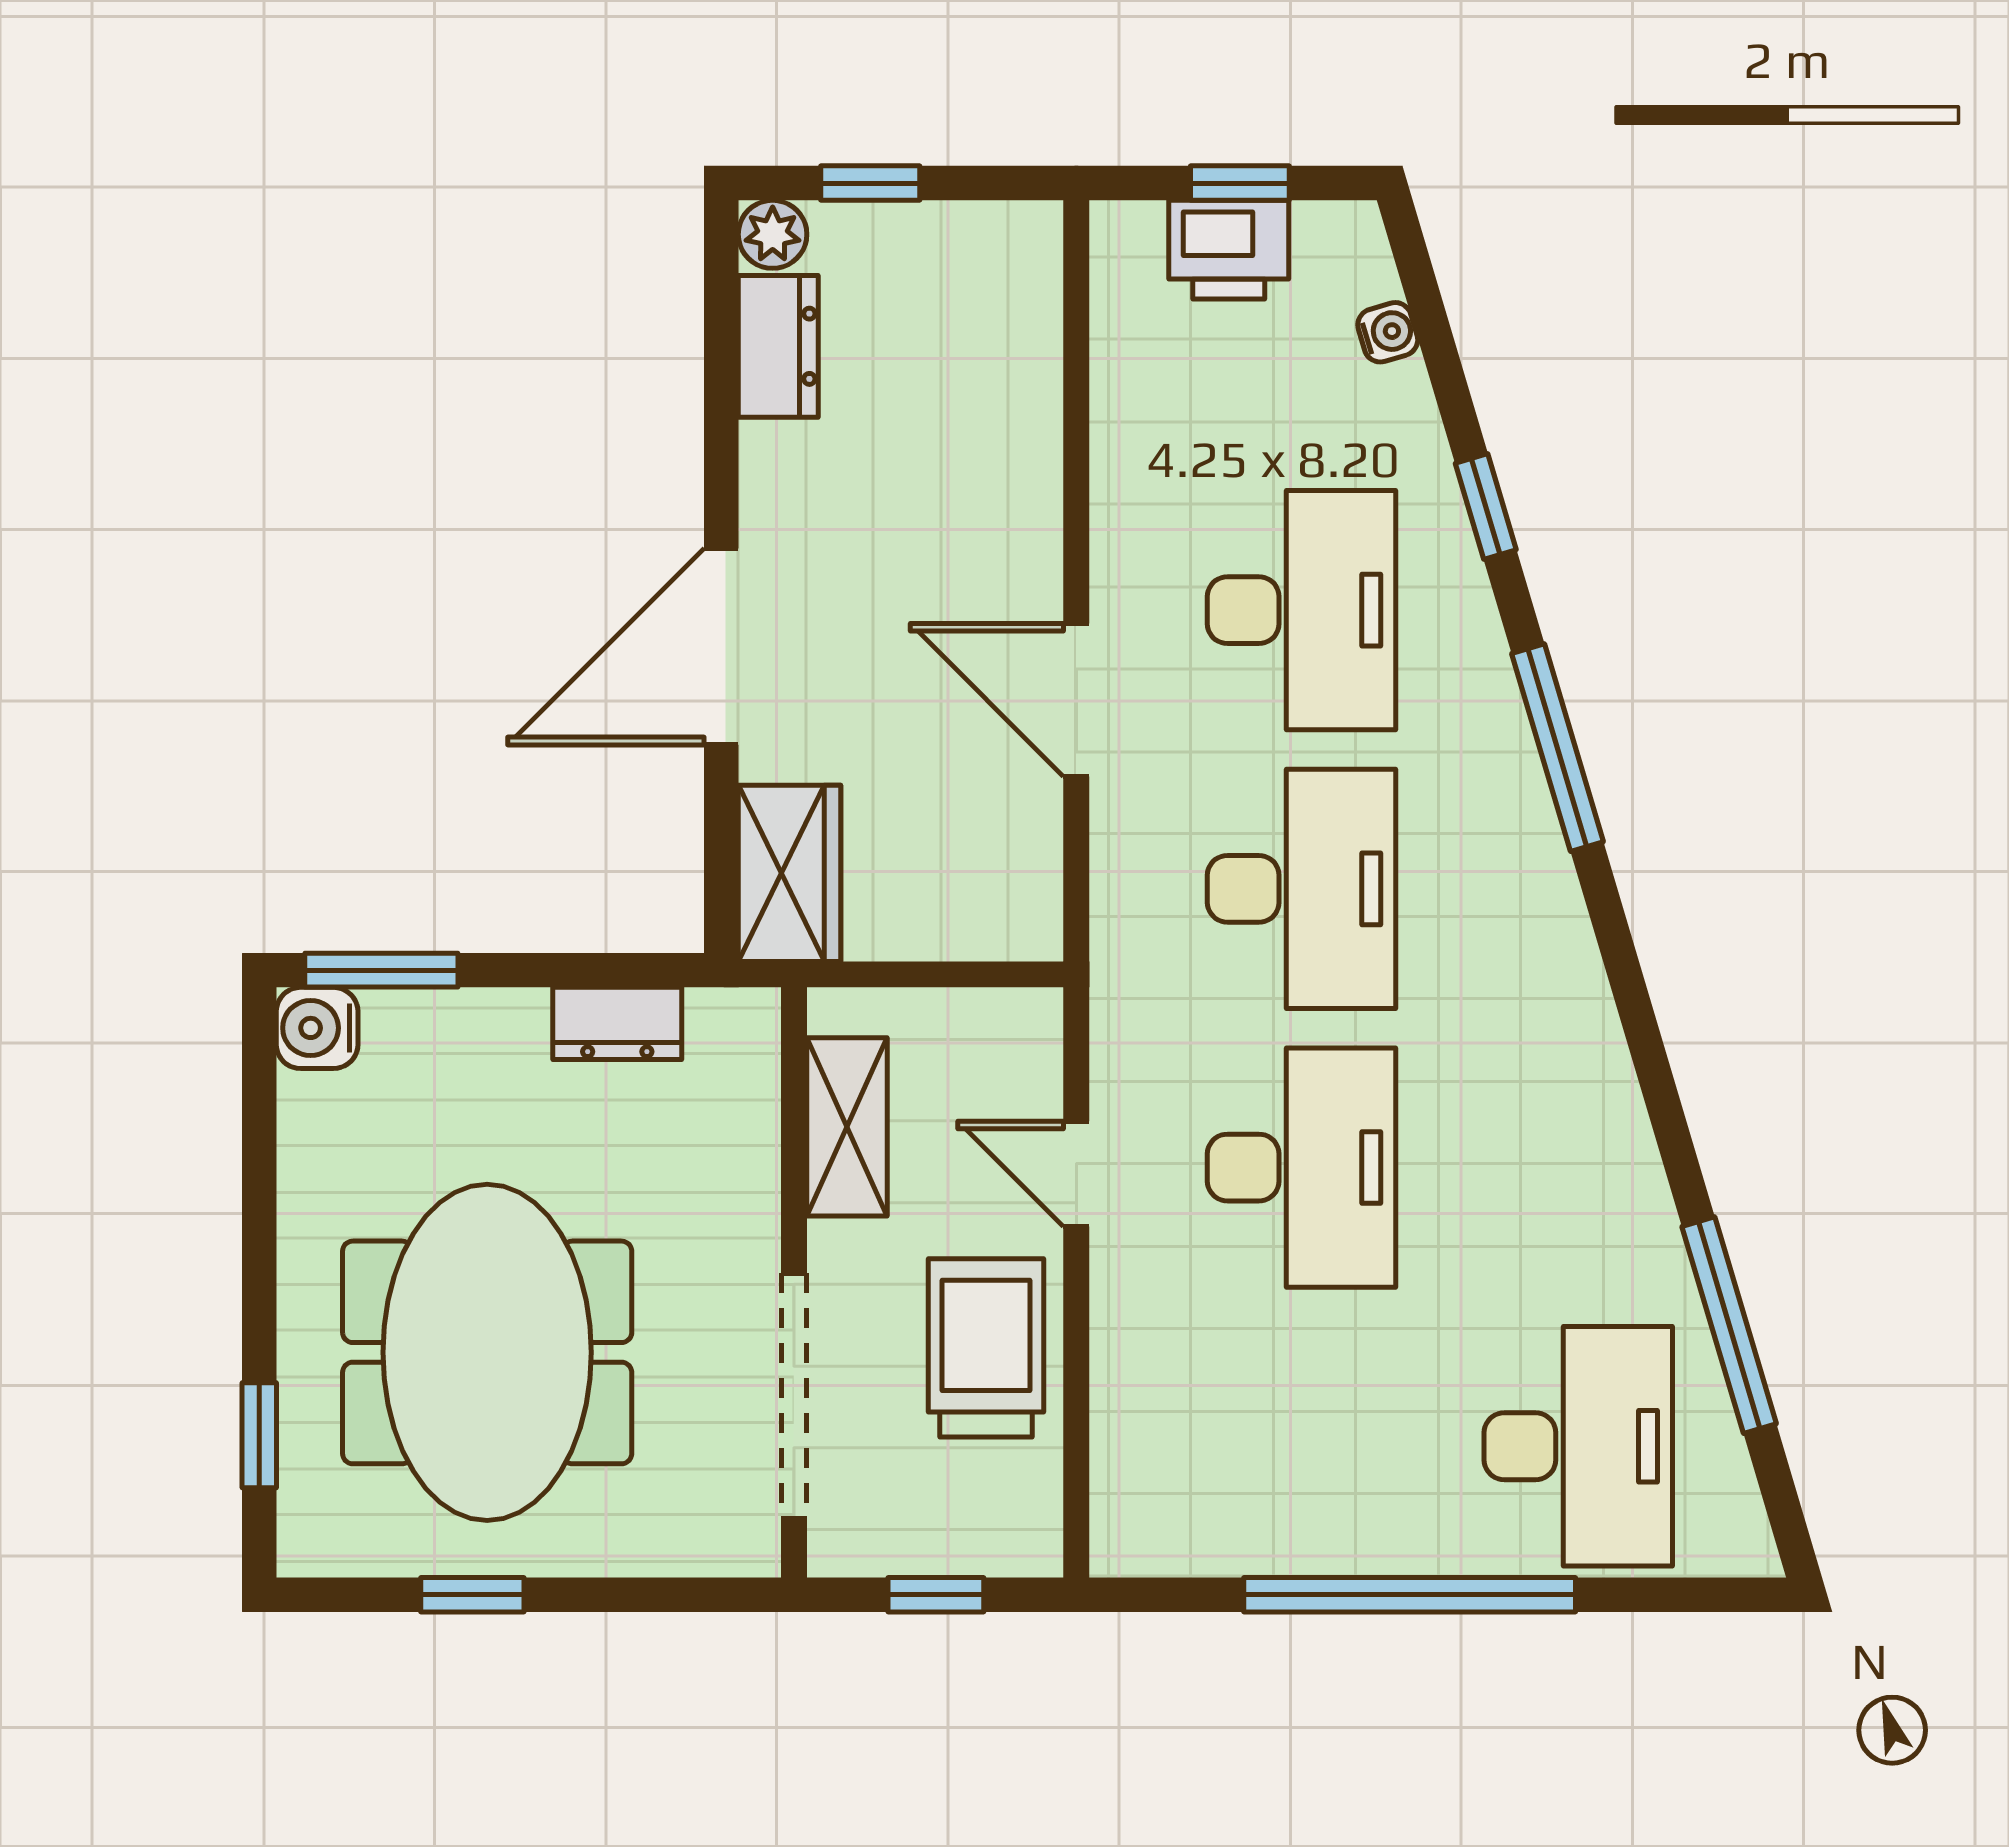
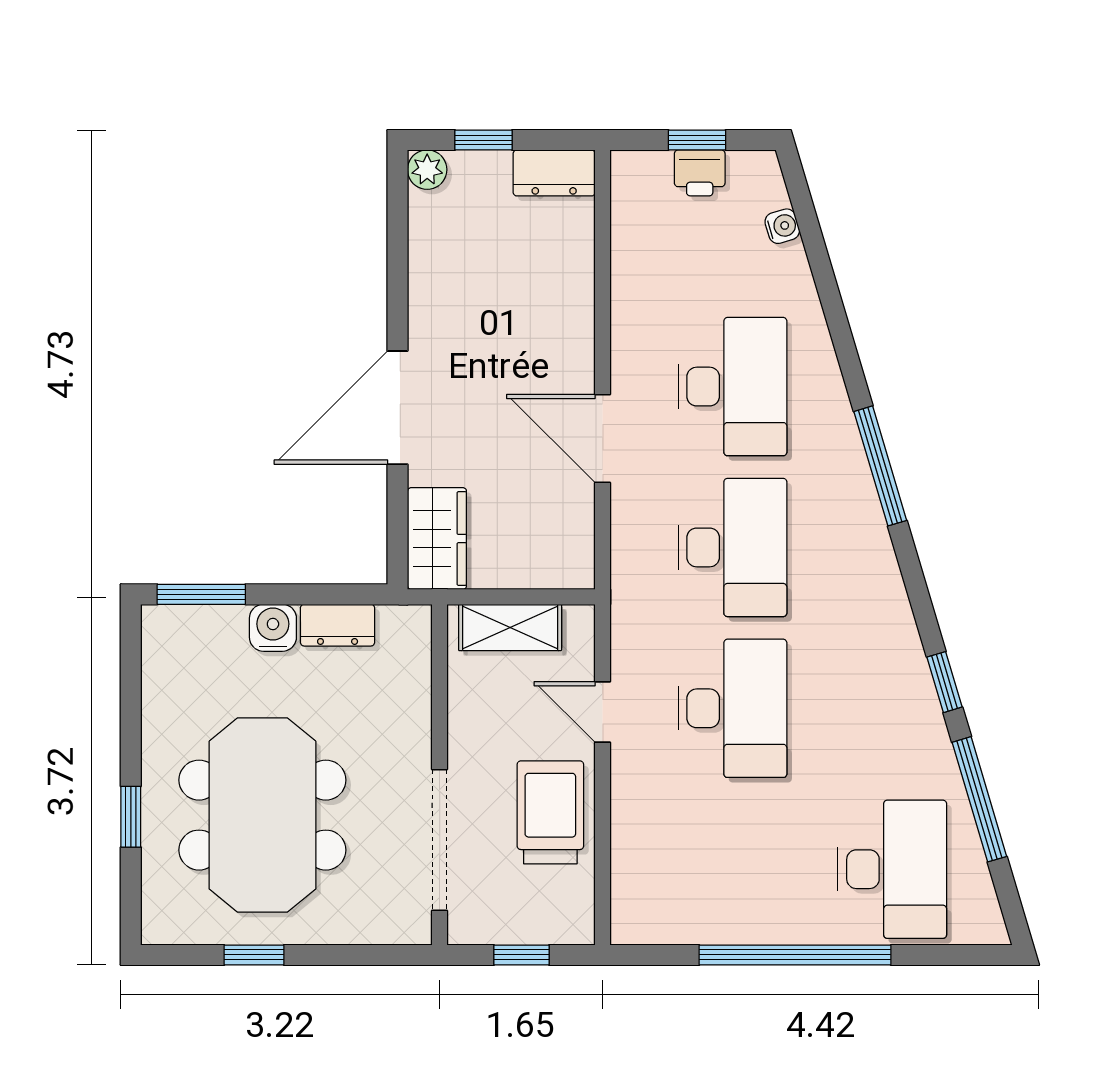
printer: (1229, 250) -> (700, 173), width x0.73, depth x0.81
dresser: (778, 346) -> (554, 173), moved, turned 90
window: (1486, 506) -> (944, 682), moved
water cooler: (317, 1028) -> (273, 628), moved, turned 90
shelving: (847, 1127) -> (510, 627), moved, turned 90
window: (259, 1435) -> (131, 817), moved

